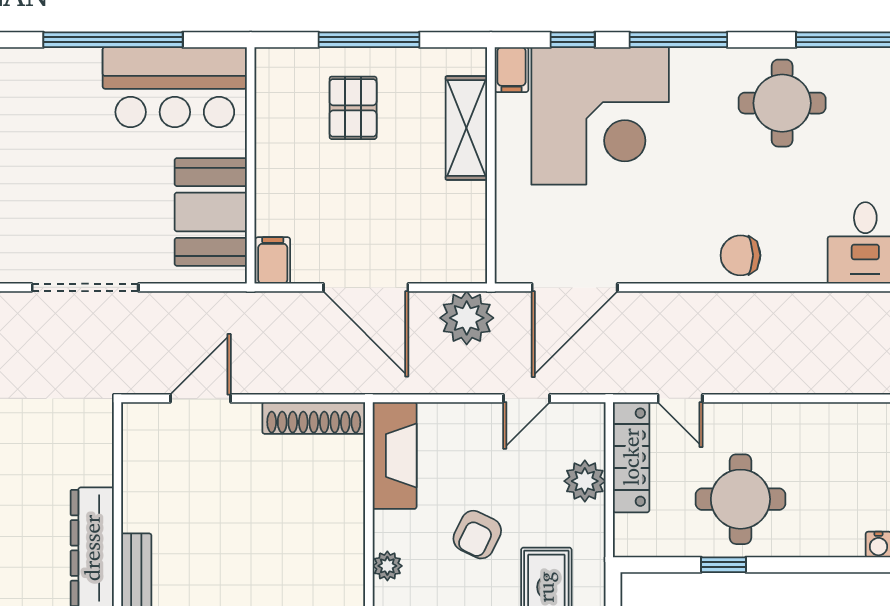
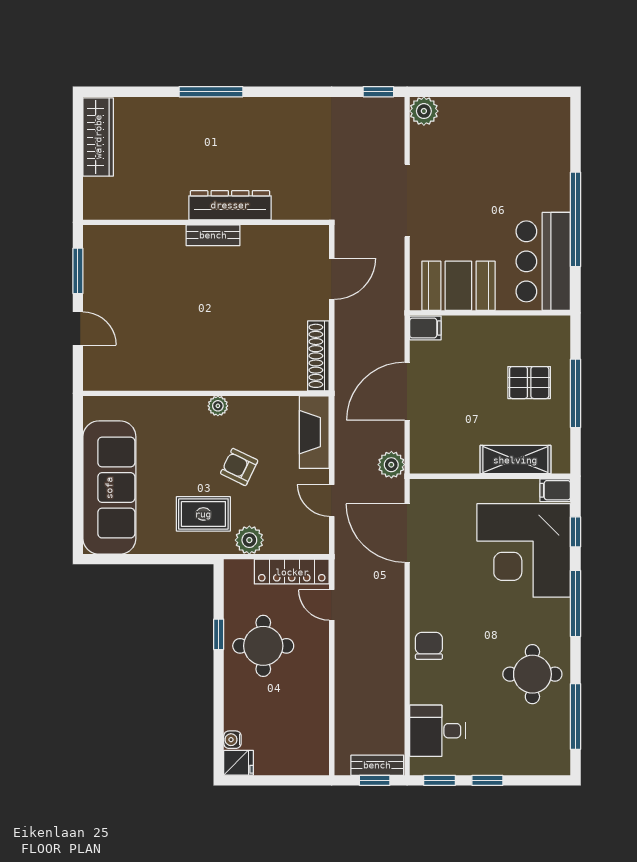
plant: (467, 318) -> (391, 465), width x0.73, depth x0.73
door: (200, 398) -> (332, 279), hinge flipped
door: (680, 398) -> (332, 605), hinge flipped
fireplace: (395, 455) -> (314, 432), moved, turned 90
plant: (585, 481) -> (249, 540), moved

